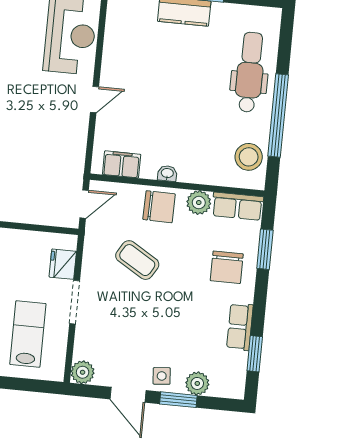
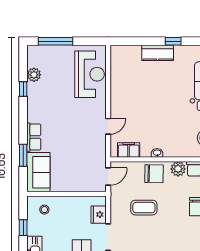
door: (94, 99) -> (108, 126), moved
coffee table: (137, 260) -> (144, 208), turned -31

